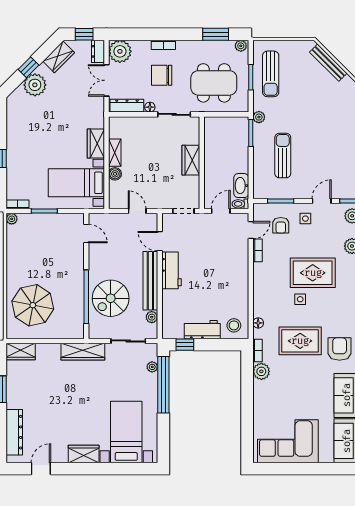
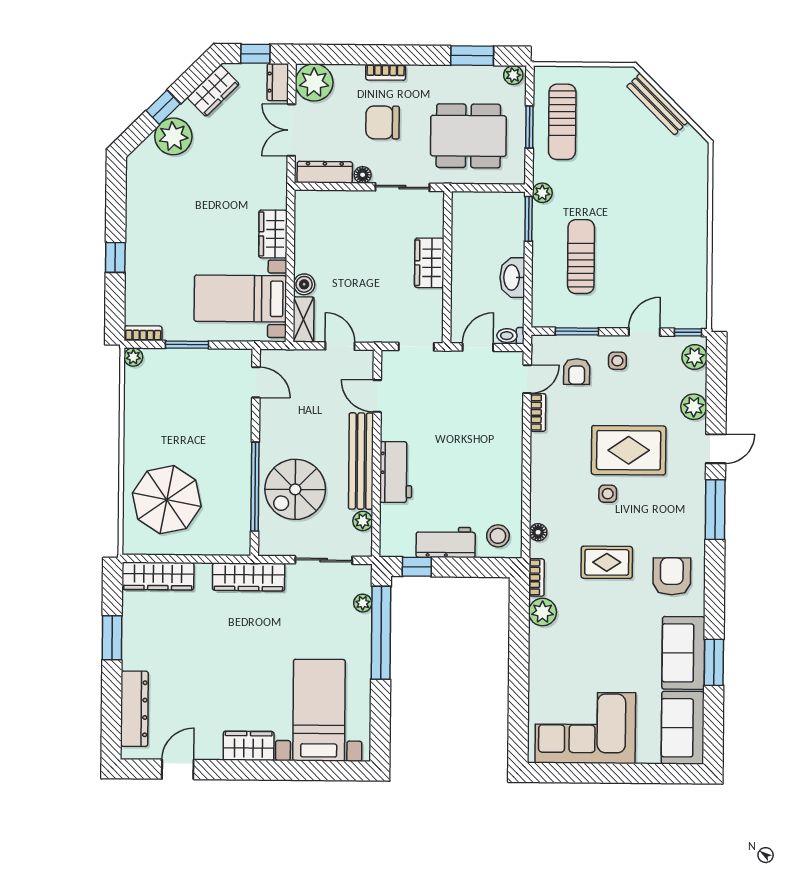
shelving: (115, 153) -> (304, 319), moved
washbasin: (241, 186) -> (512, 277), moved
workbench: (172, 270) -> (396, 472), moved
rug: (300, 341) -> (607, 562), width x0.73, depth x0.70
wardrobe: (21, 352) -> (158, 576), width x1.50

